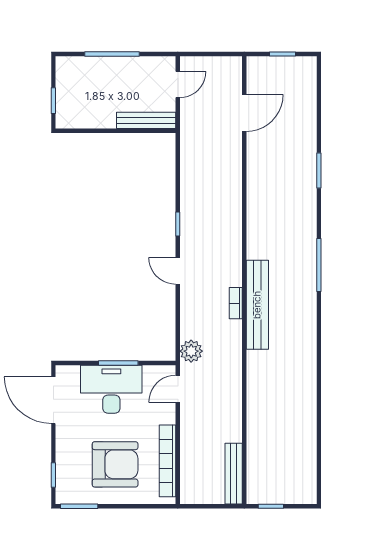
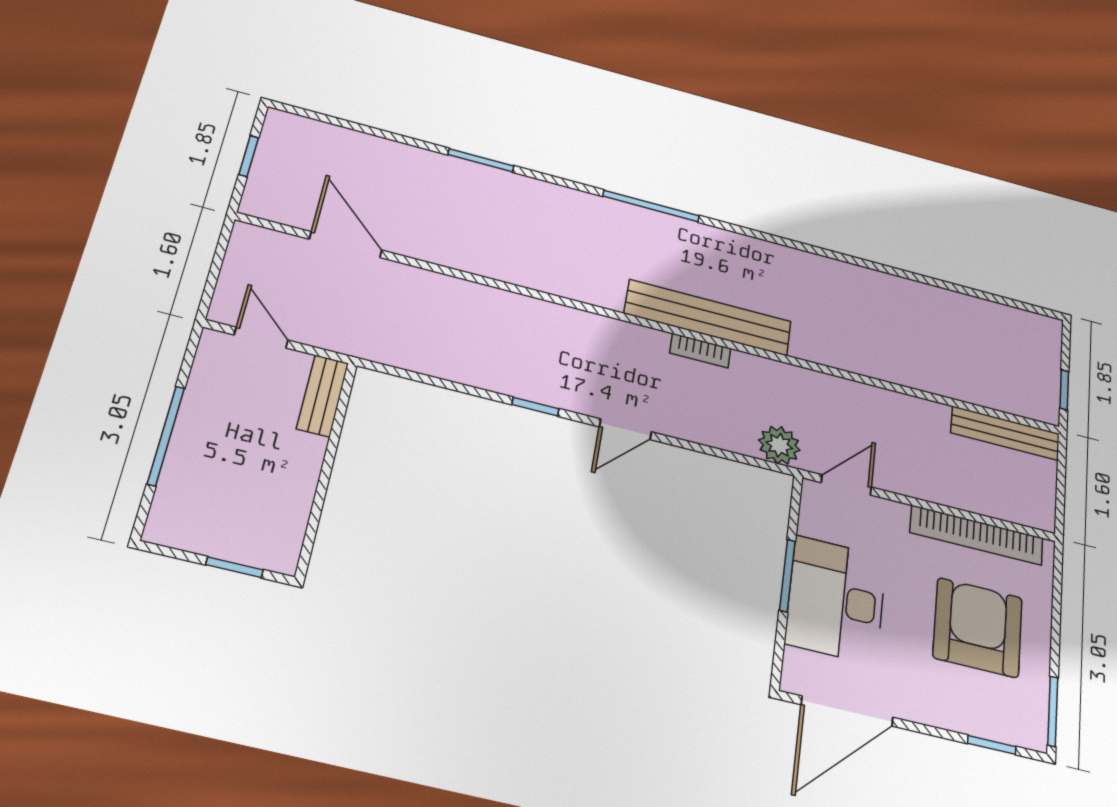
bench: (146, 120) -> (323, 396), width x0.73
door: (178, 389) -> (846, 485), swing flipped

